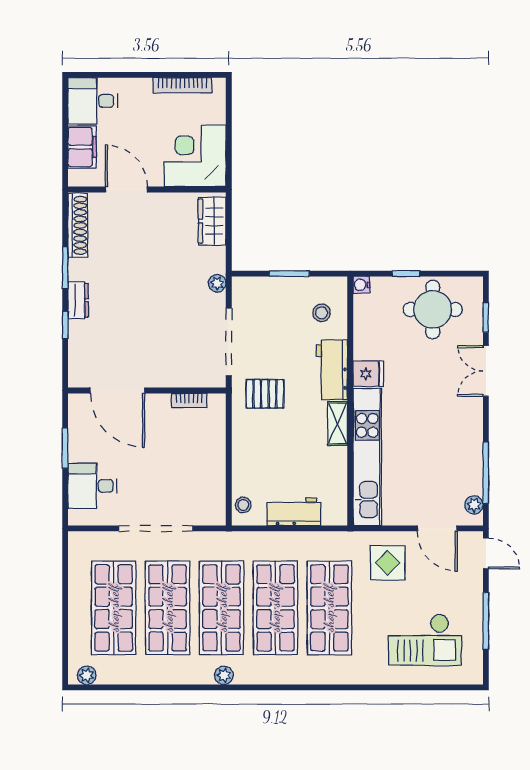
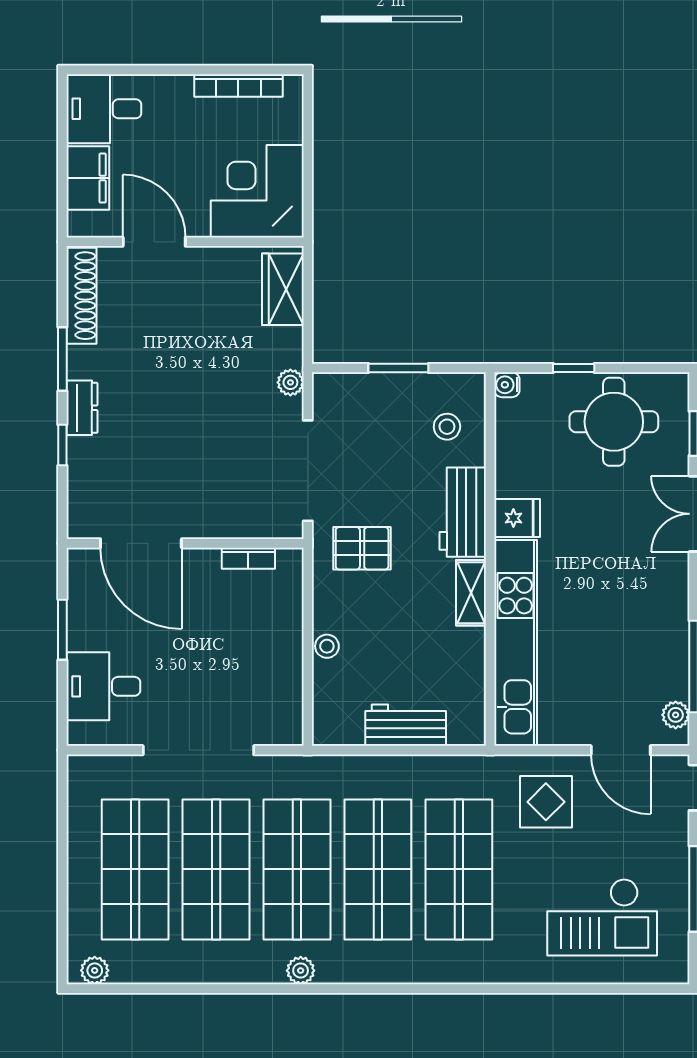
stool: (243, 505) -> (327, 646), moved

